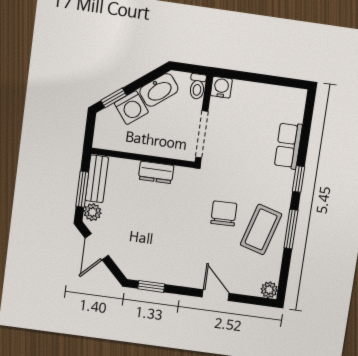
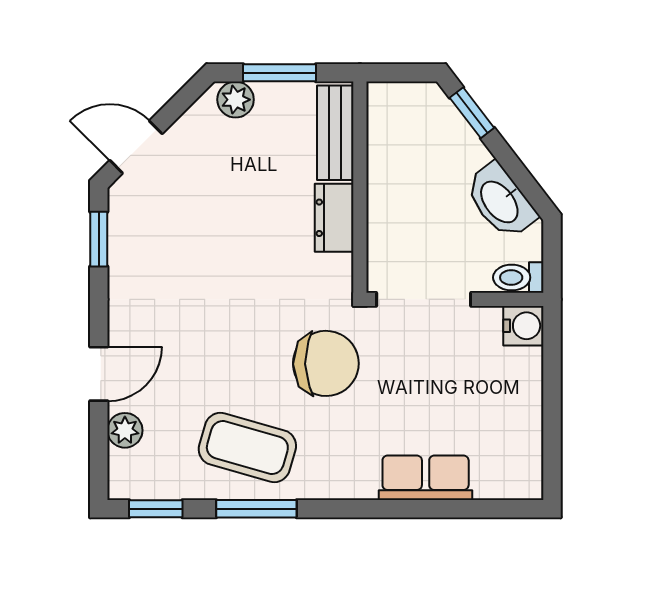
washing machine: (131, 108) -> (458, 151), removed
bench: (97, 179) -> (335, 133), moved, turned 90
window: (299, 179) -> (156, 509), moved
chair: (224, 213) -> (326, 363), moved, width x1.37, depth x1.37
door: (97, 247) -> (136, 147), moved
plant: (269, 290) -> (125, 430), moved

